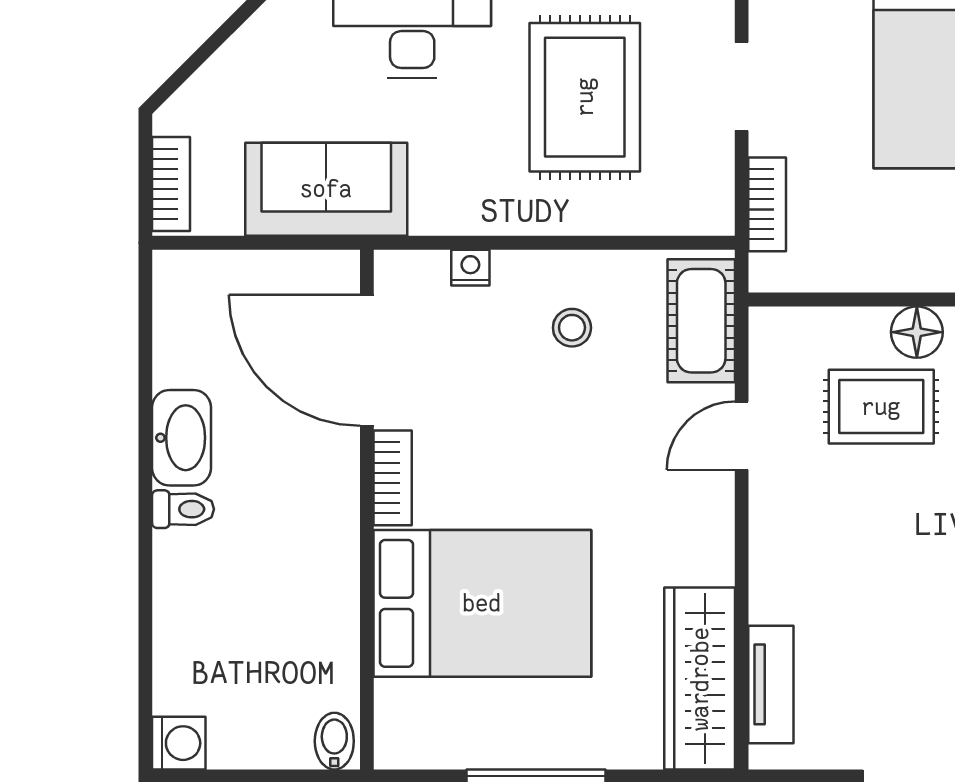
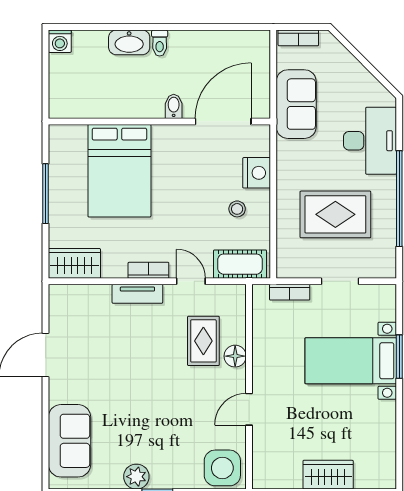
nightstand: (470, 268) -> (257, 173), width x1.89, depth x1.79
washbasin: (182, 438) -> (129, 42), moved
bookcase: (393, 478) -> (148, 270), moved, turned 180
wardrobe: (700, 679) -> (74, 263), width x0.67
tv unit: (771, 684) -> (137, 294), moved
bidet: (334, 741) -> (174, 106), moved, turned -90

